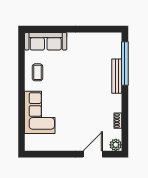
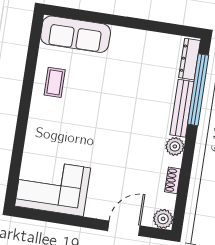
dresser: (117, 46) -> (190, 59), added
plant: (116, 100) -> (175, 146), added
corner sofa: (40, 112) -> (53, 187), moved, turned -90

